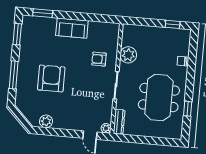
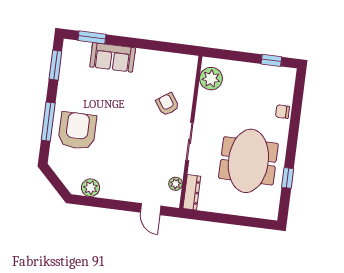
sofa: (72, 28) -> (113, 57), moved
plant: (128, 55) -> (211, 79), moved
armchair: (99, 59) -> (167, 104), turned 55
armchair: (51, 78) -> (77, 131), moved
plant: (106, 128) -> (176, 184), moved

